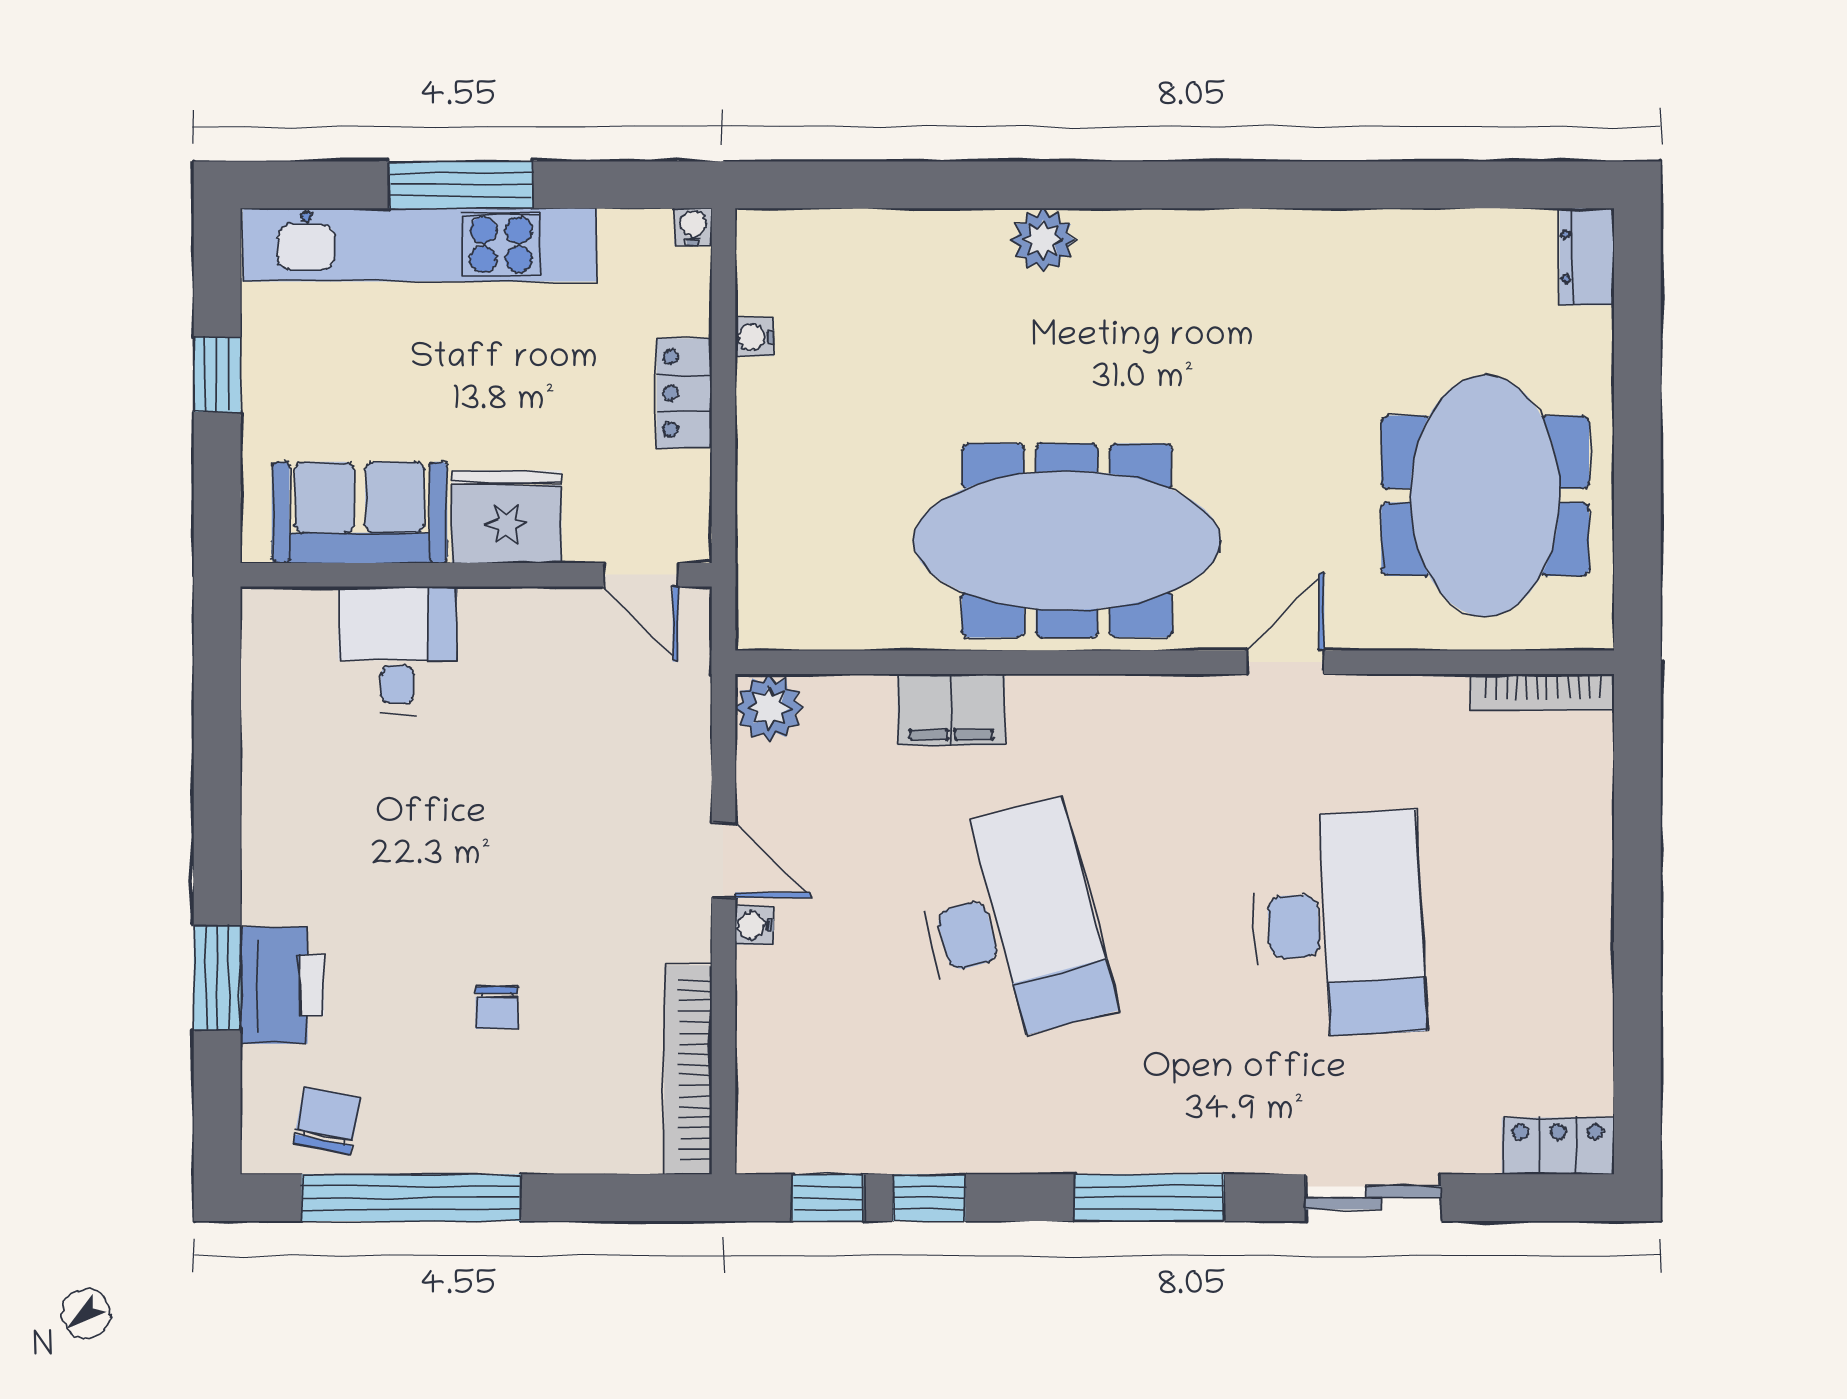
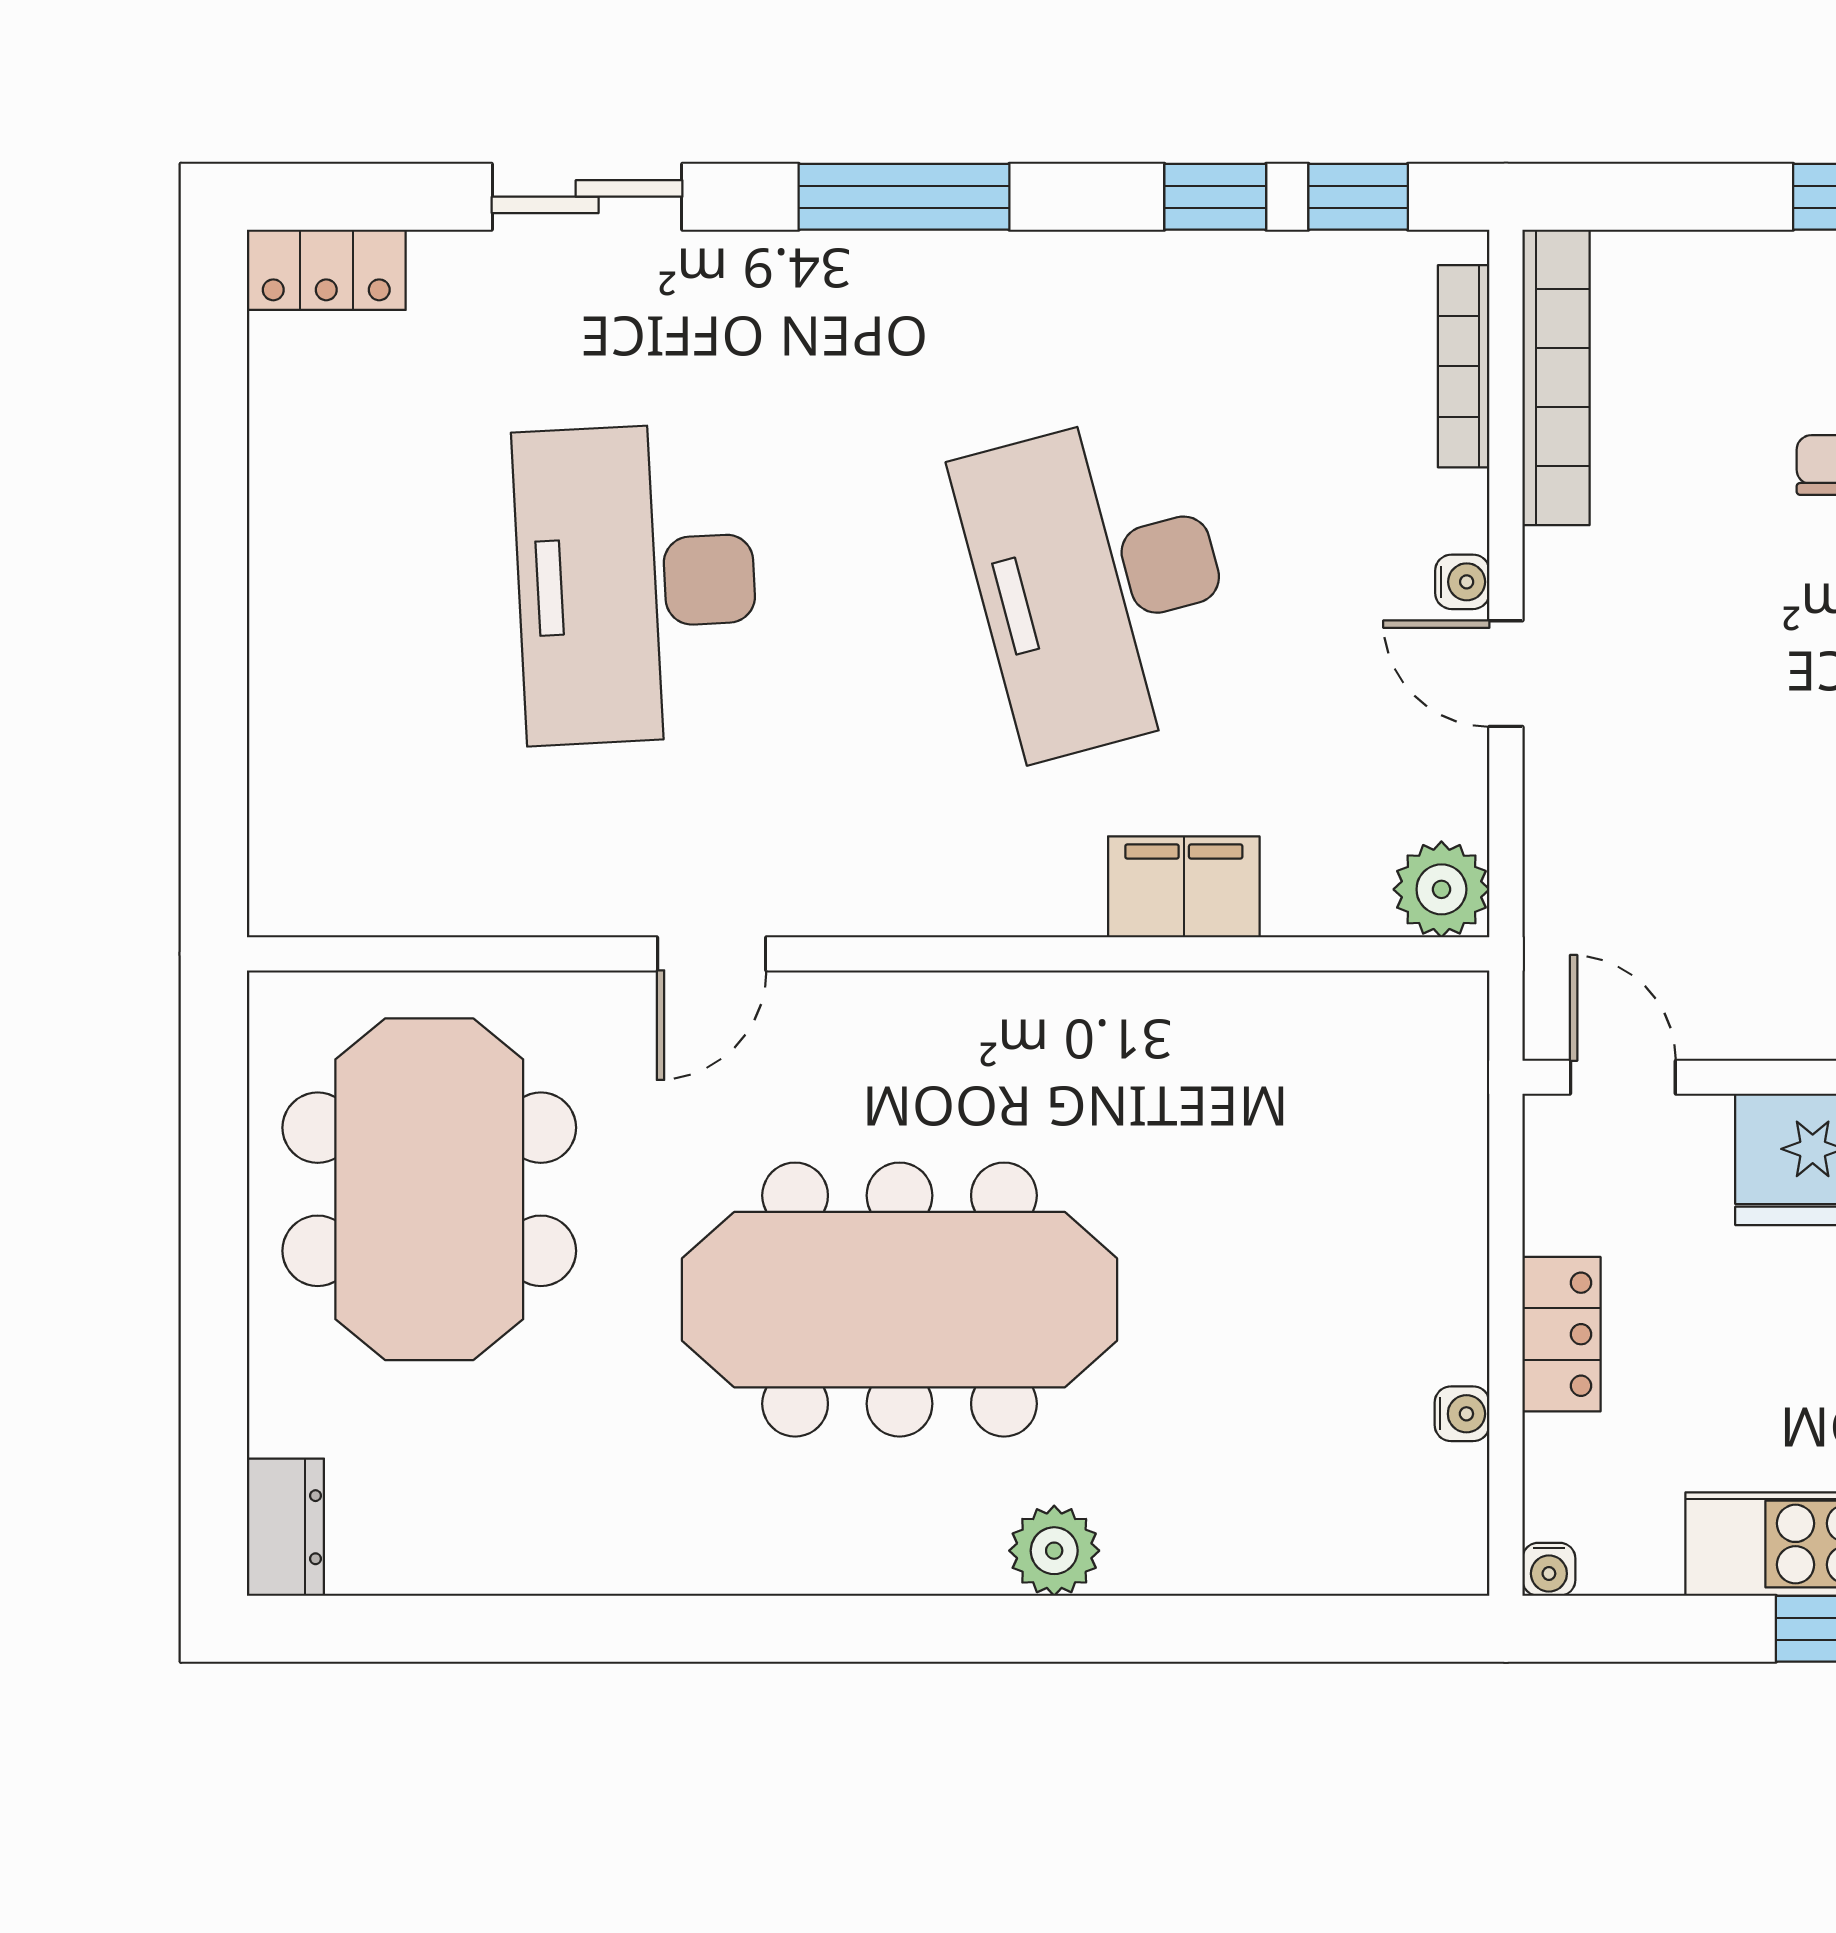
meeting table: (1067, 541) -> (900, 1300), moved
bookcase: (1543, 692) -> (1464, 366), moved, turned -90

